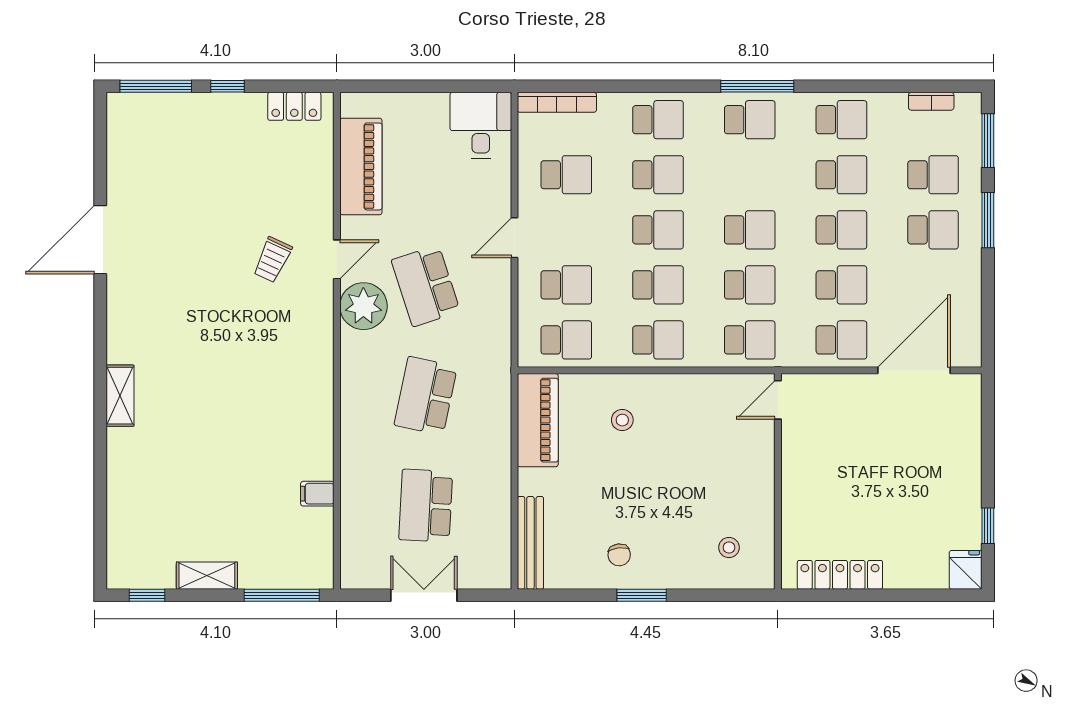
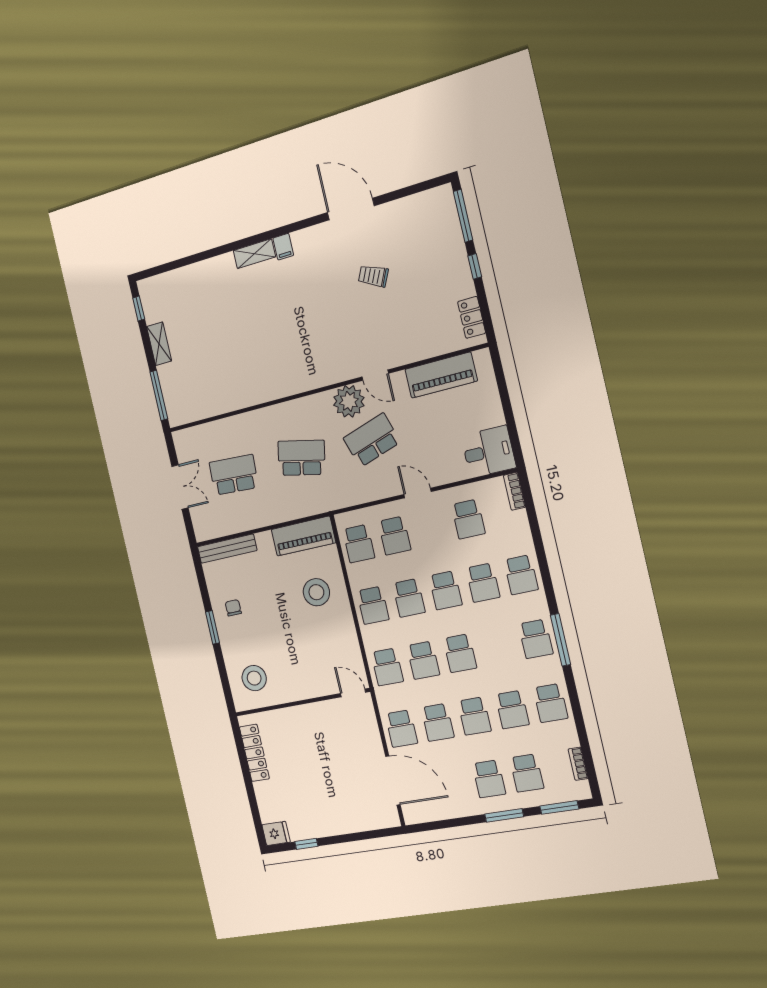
bookcase: (557, 102) -> (515, 491), width x0.64
trolley: (272, 260) -> (373, 276), moved
stool: (622, 420) -> (316, 592), width x1.89, depth x1.89
filing cabinet: (317, 494) -> (283, 247), moved, turned 180
stool: (729, 548) -> (254, 678), width x1.89, depth x1.89
chair: (619, 555) -> (233, 608), turned 97

